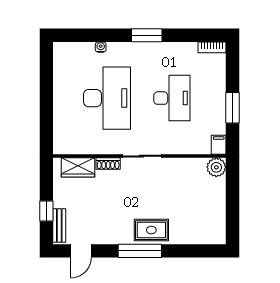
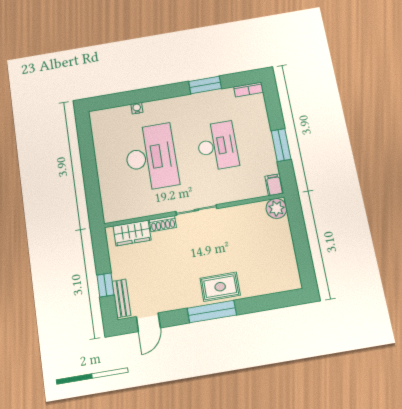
window: (147, 35) -> (205, 85), moved

